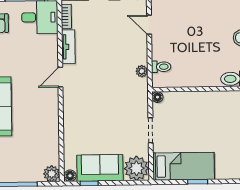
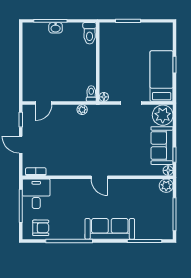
tv unit: (68, 47) -> (61, 170), removed
toilet: (161, 67) -> (91, 94), moved
door: (60, 77) -> (99, 177), moved

